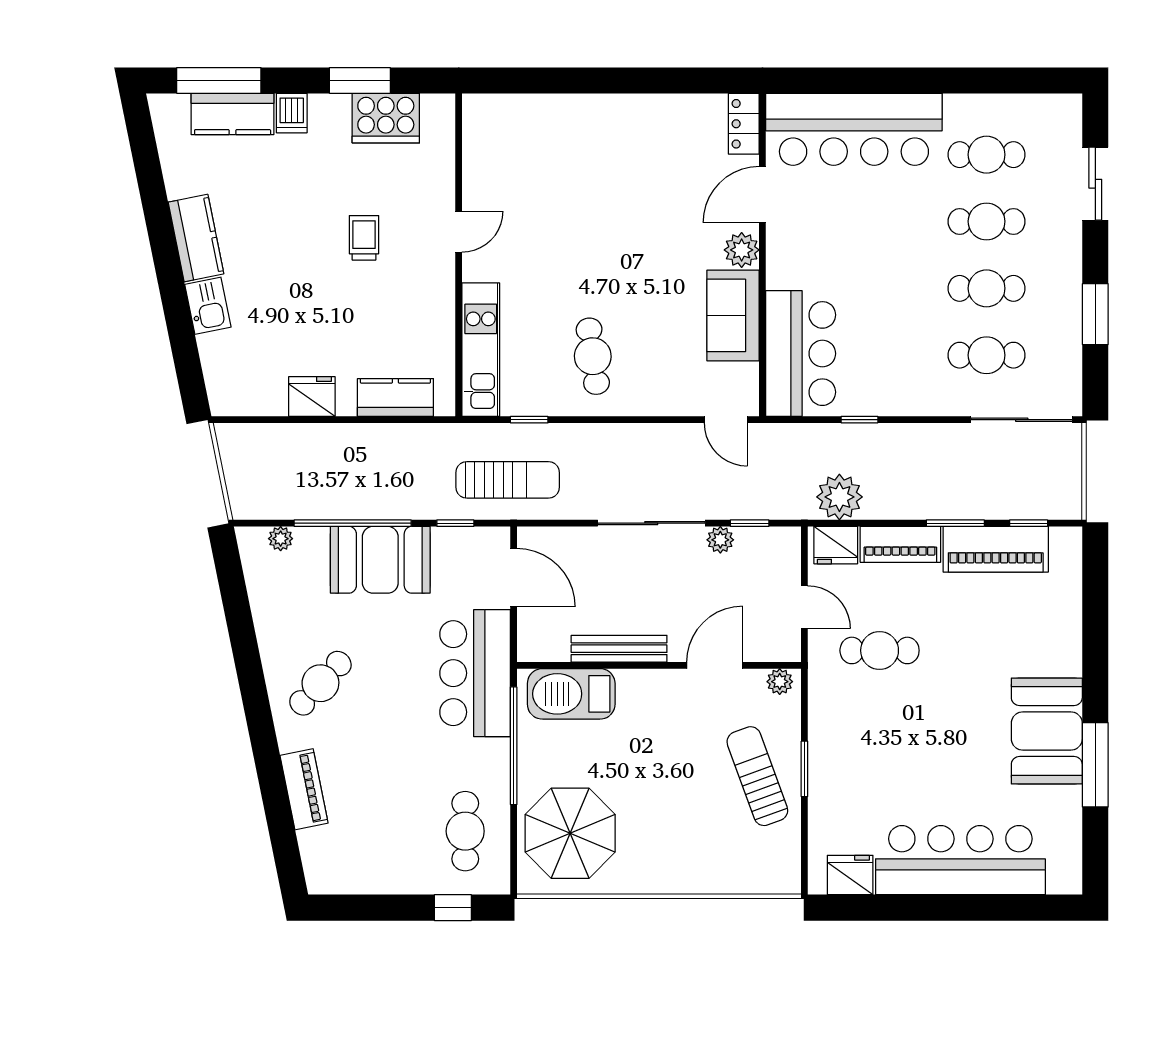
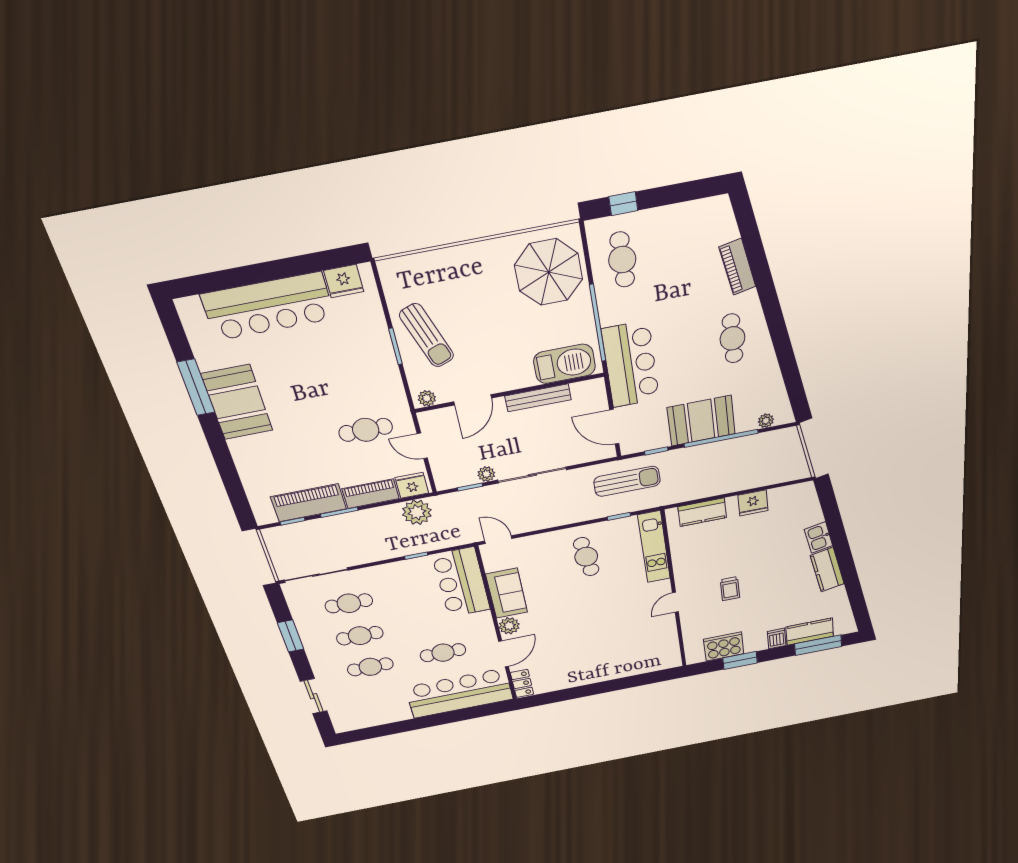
cafe table: (987, 155) -> (443, 653), moved
sun lounger: (508, 480) -> (627, 481), turned 180
cafe table: (320, 683) -> (732, 338), turned -43

